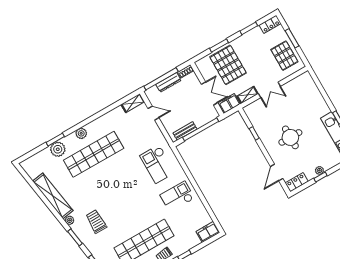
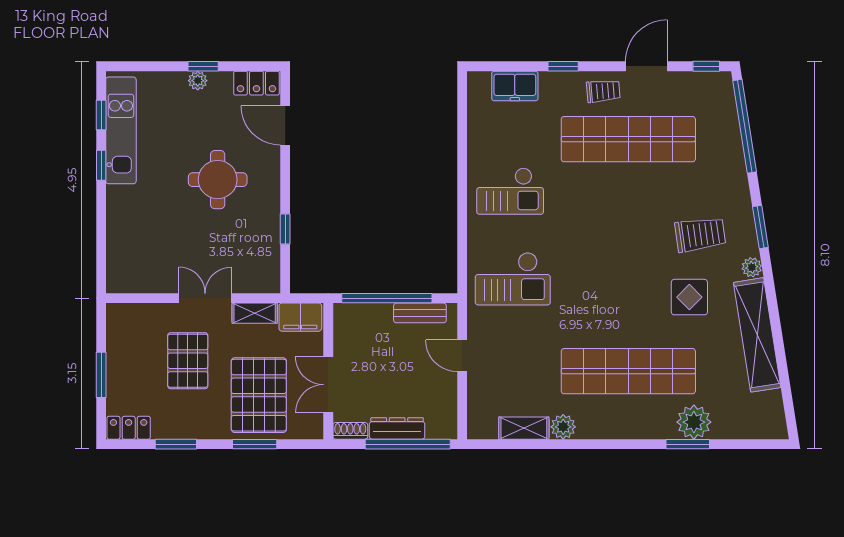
pallet: (284, 56) -> (188, 361), moved
double door: (210, 93) -> (328, 385), moved
shelving: (133, 103) -> (524, 428), moved
door: (153, 113) -> (462, 356), moved
plant: (81, 133) -> (563, 427), moved
checkout: (157, 164) -> (513, 279), turned 90
door: (277, 172) -> (285, 126), swing flipped
display table: (87, 195) -> (689, 297), added
trolley: (96, 221) -> (700, 234), turned -98
freezer: (208, 232) -> (515, 86), moved

